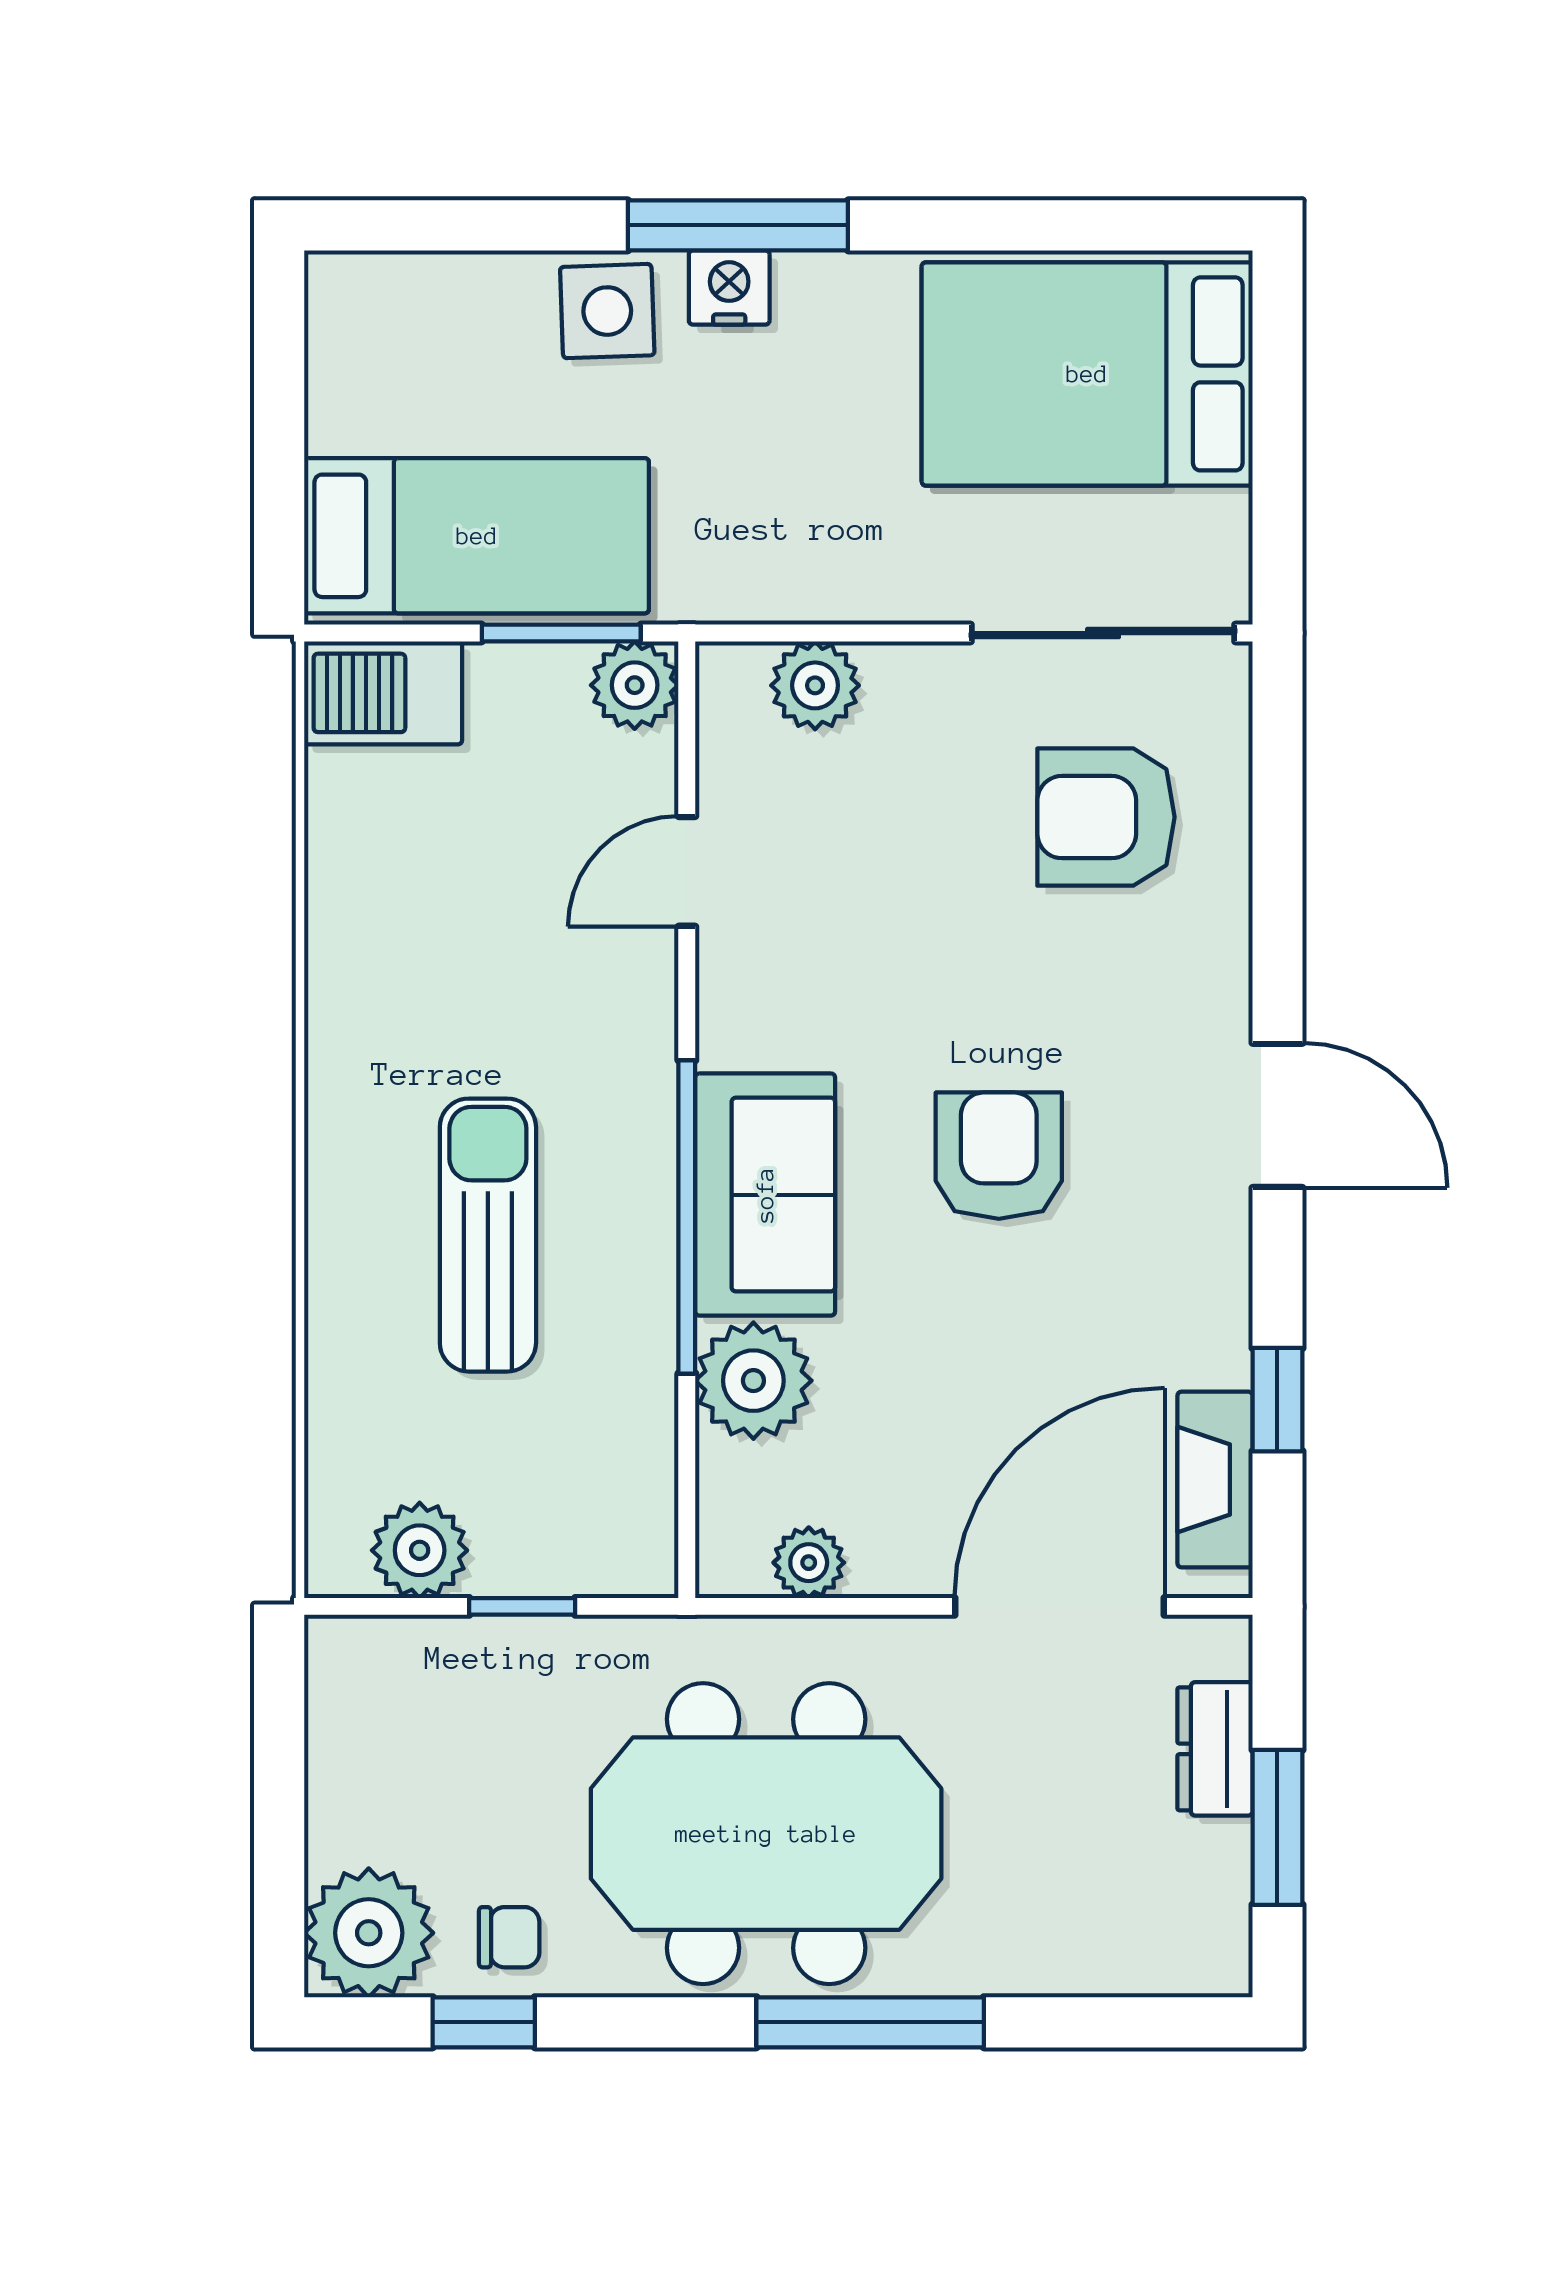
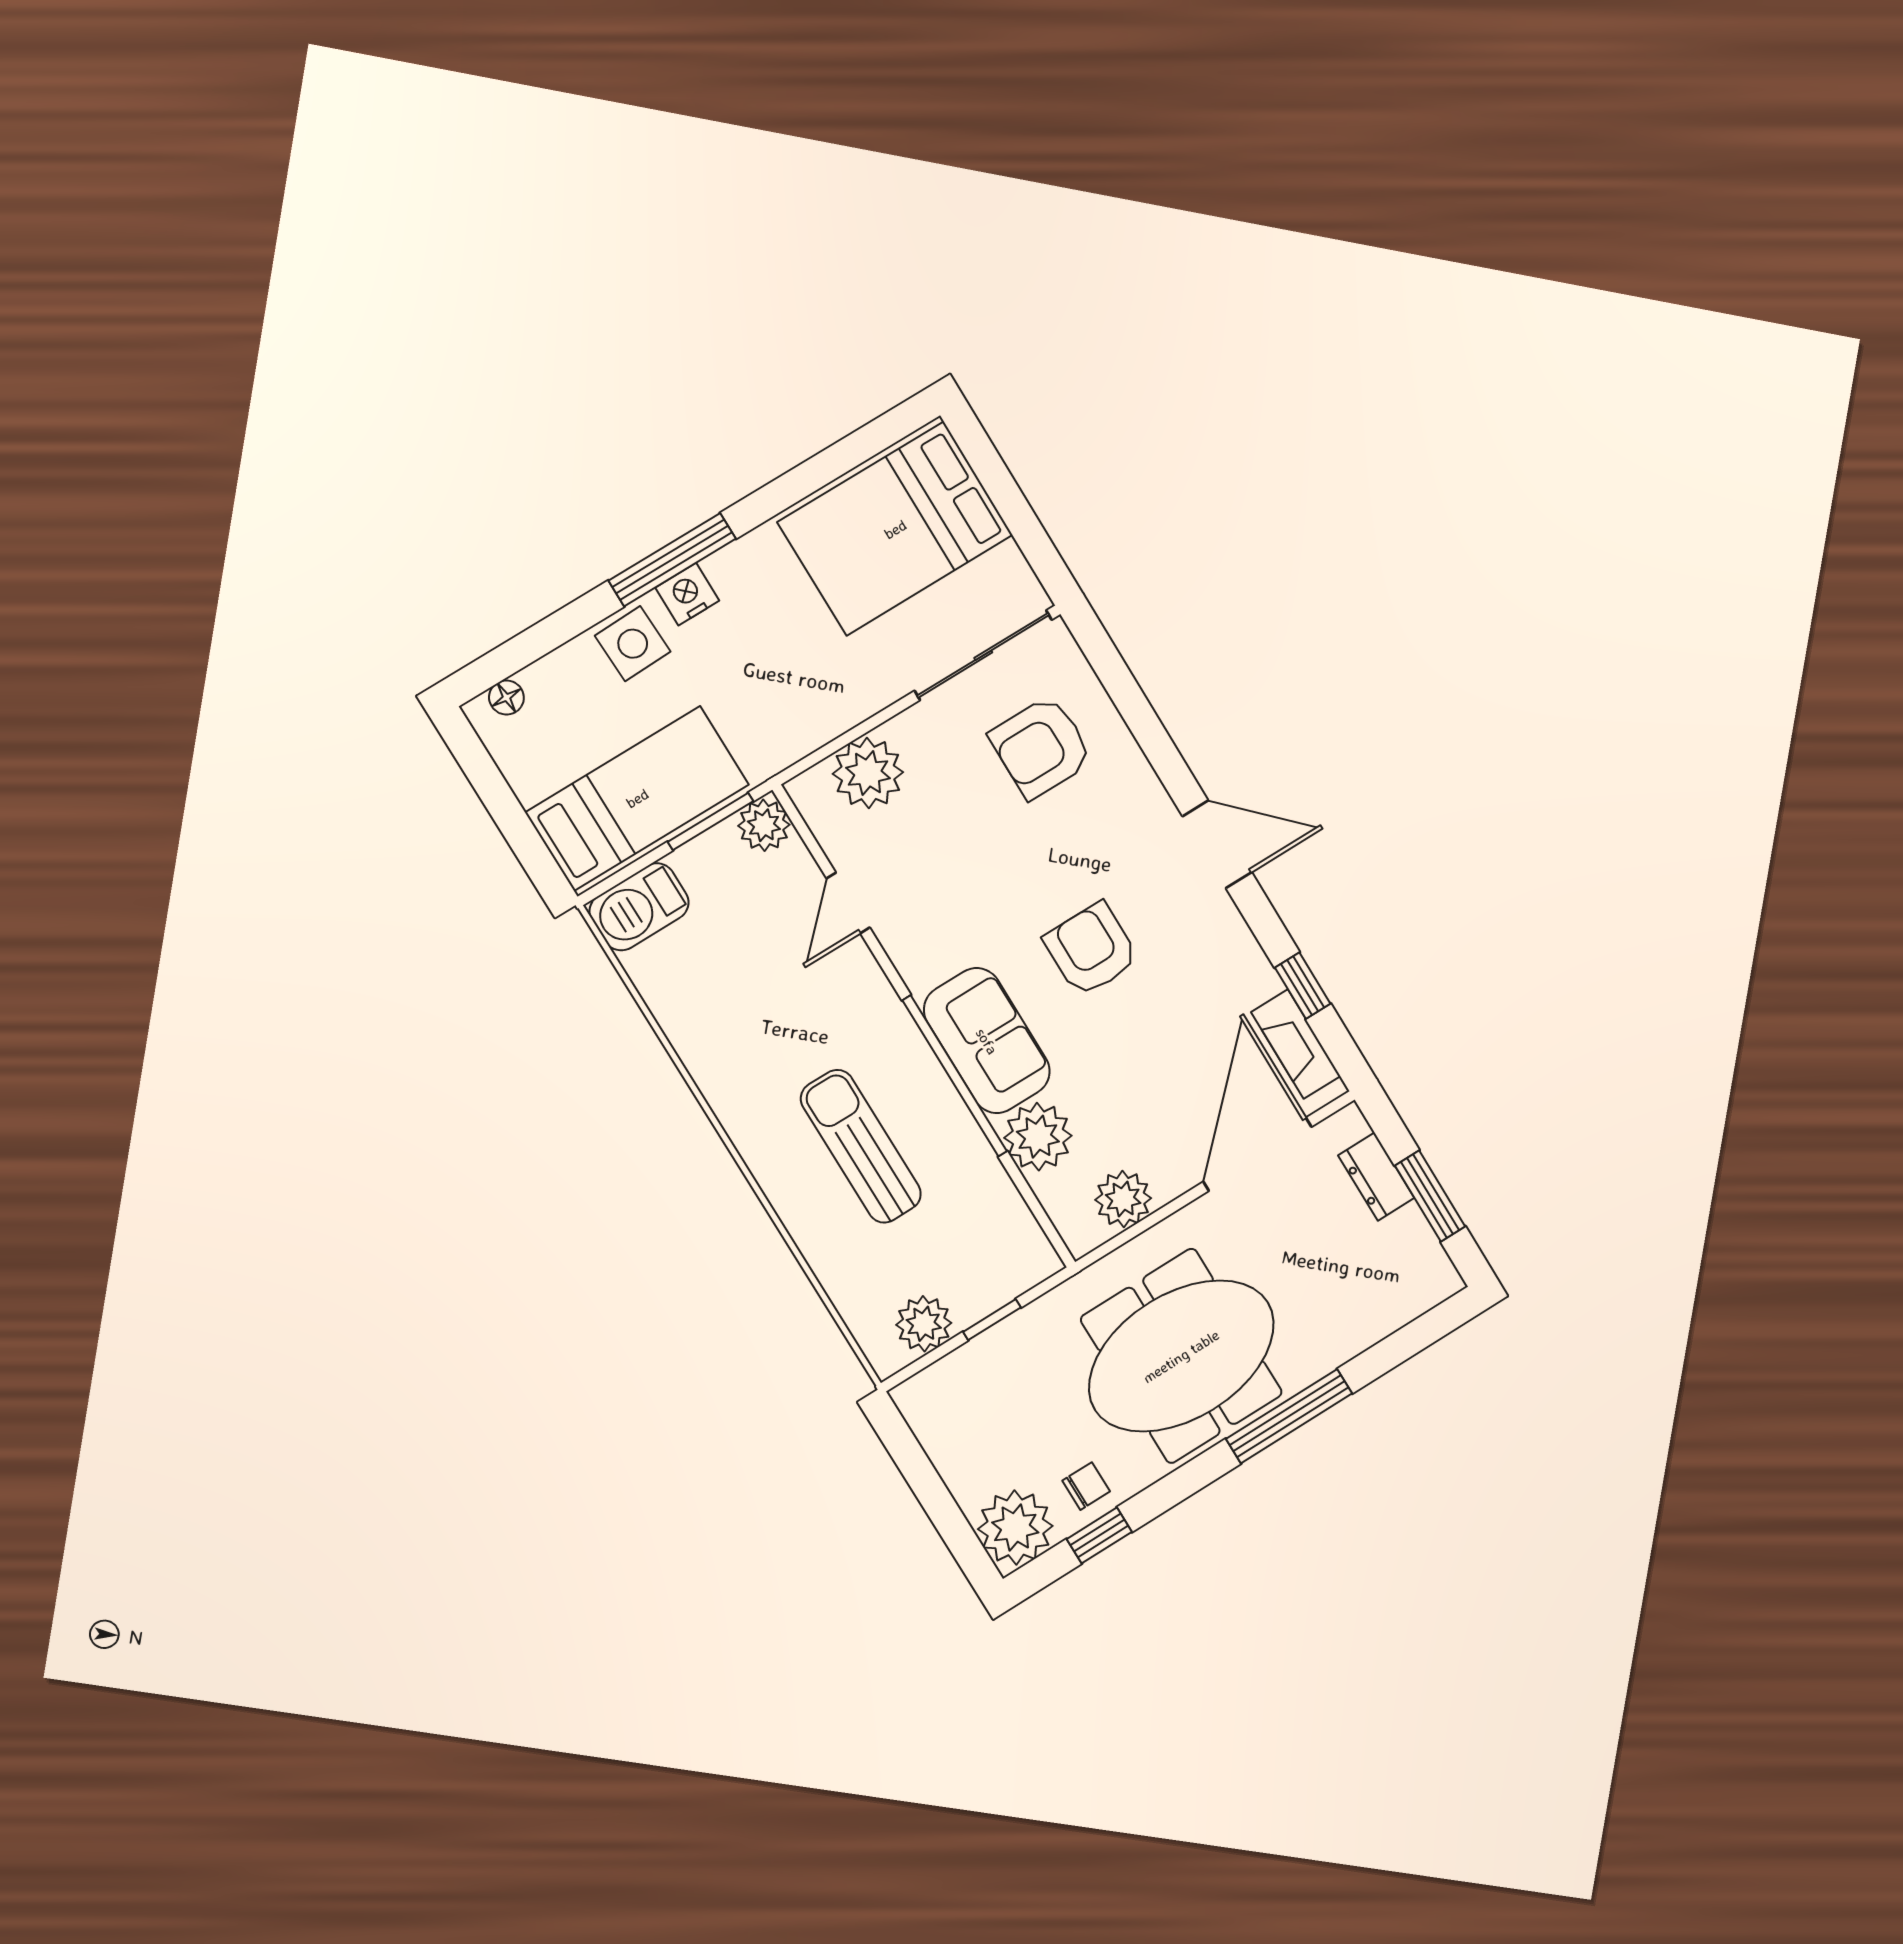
floor lamp: (380, 279) -> (506, 698), added
plant: (815, 685) -> (868, 773), width x1.36, depth x1.36
plant: (809, 1563) -> (1123, 1199), width x1.38, depth x1.38

